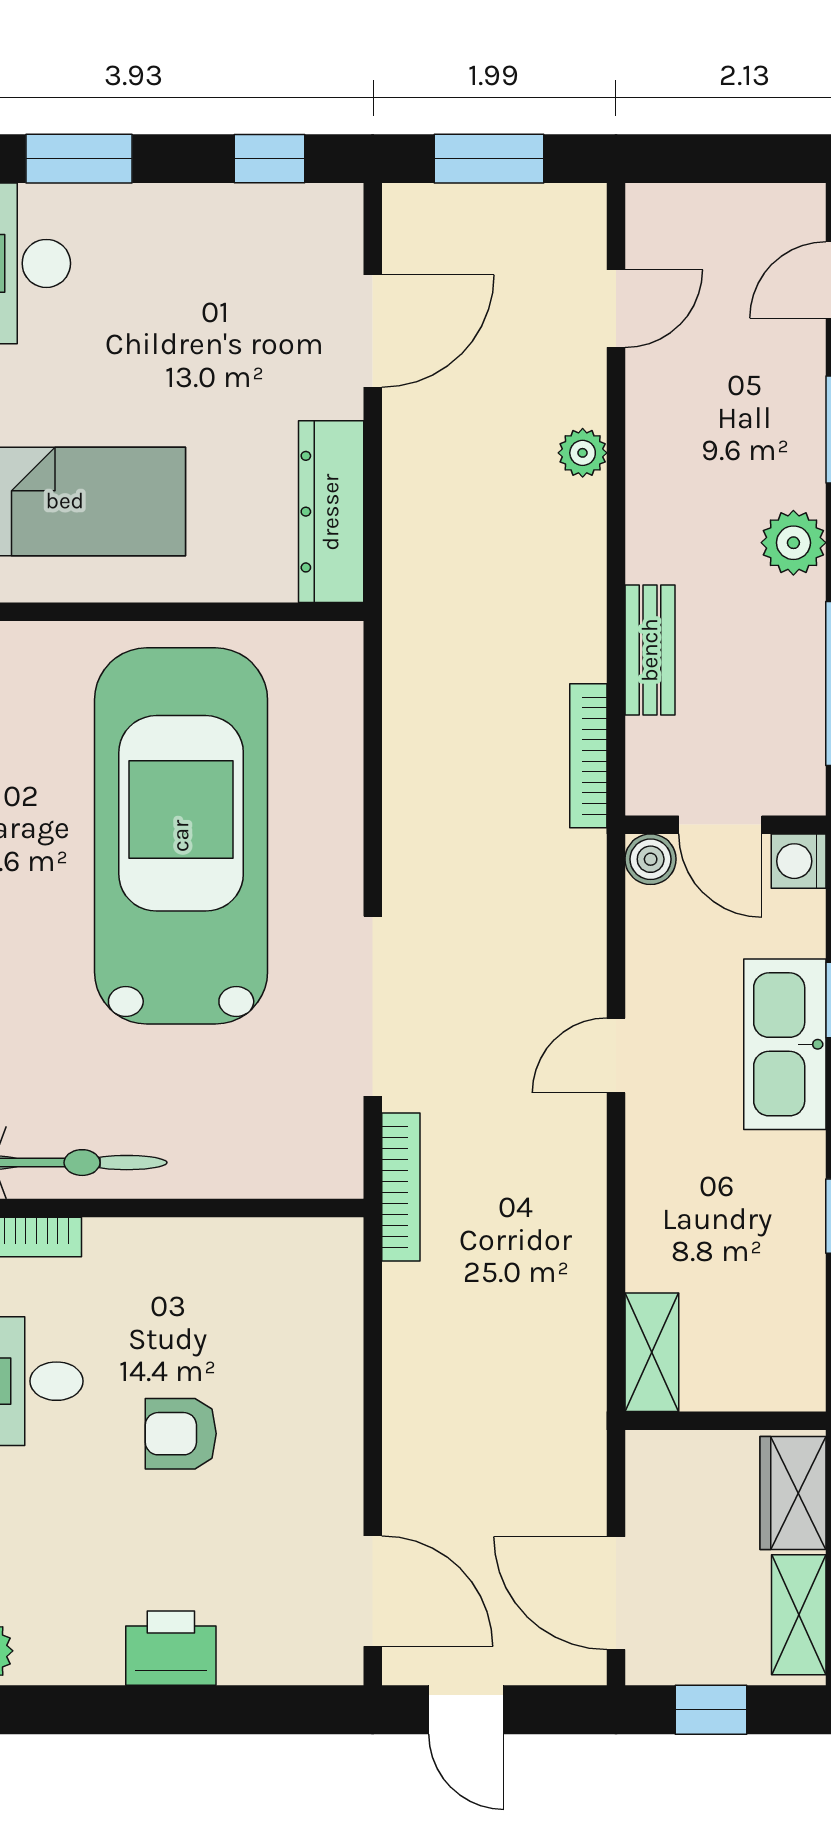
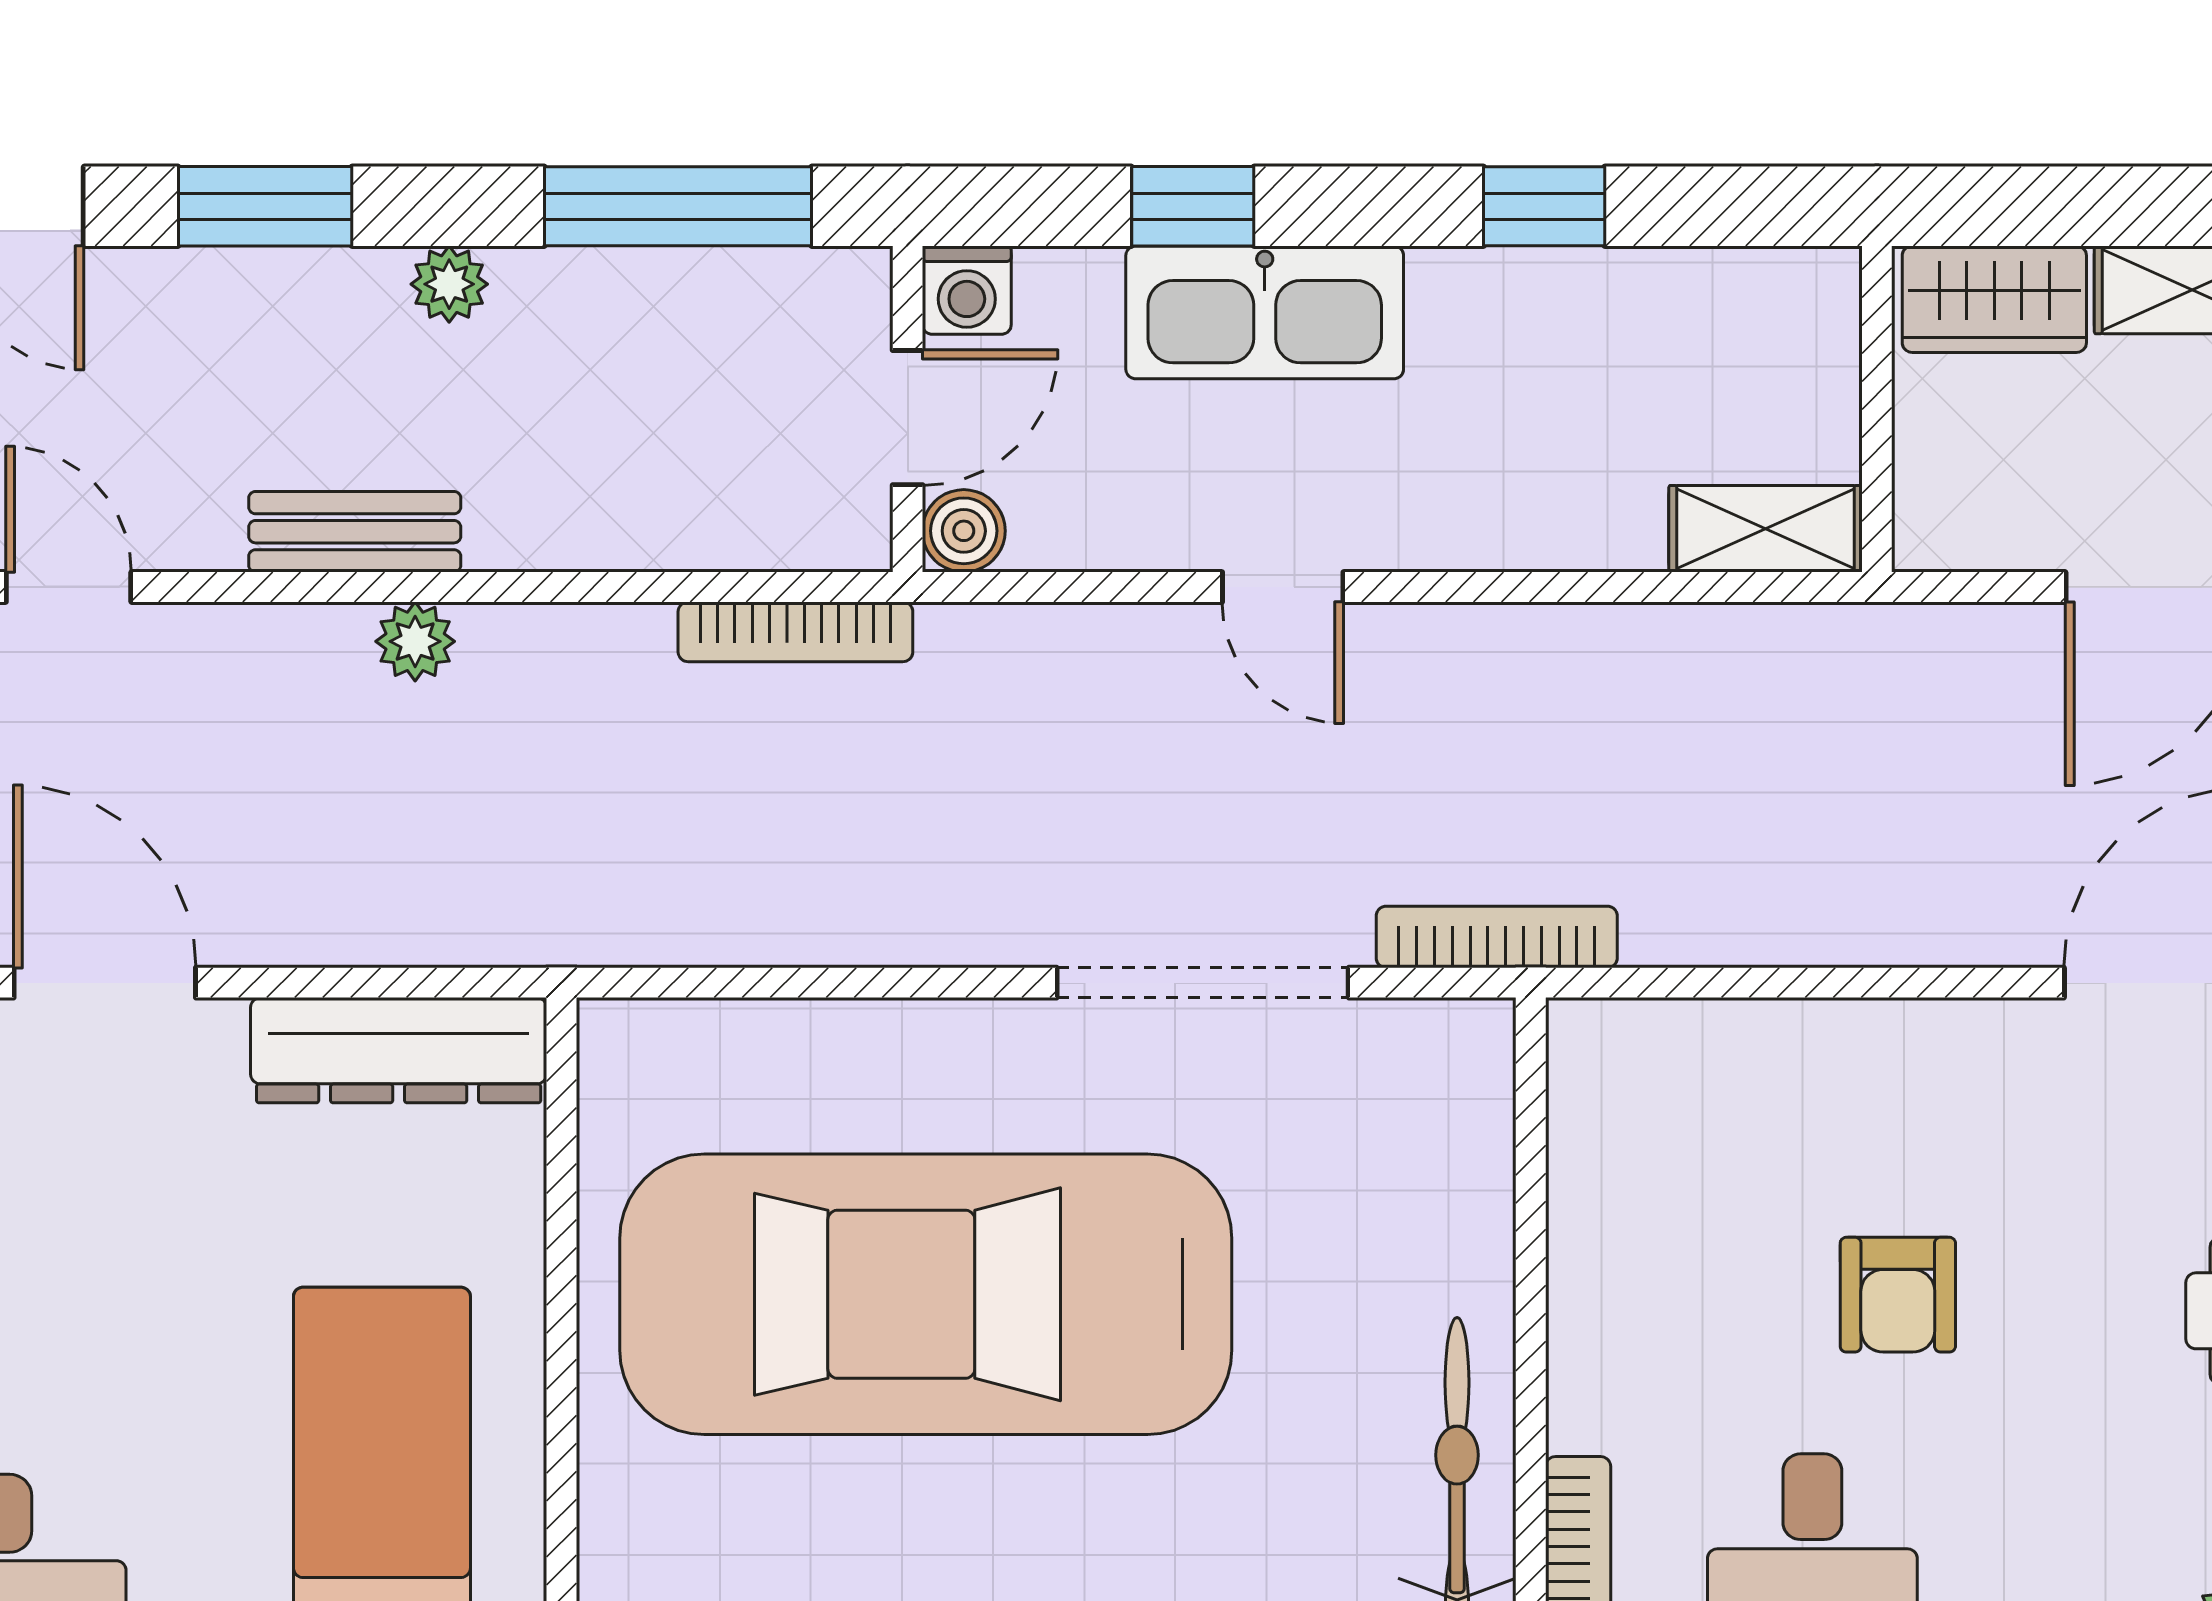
plant: (583, 453) -> (415, 641), moved
plant: (793, 543) -> (449, 284), width x0.73, depth x0.73
bench: (650, 650) -> (355, 532), moved

